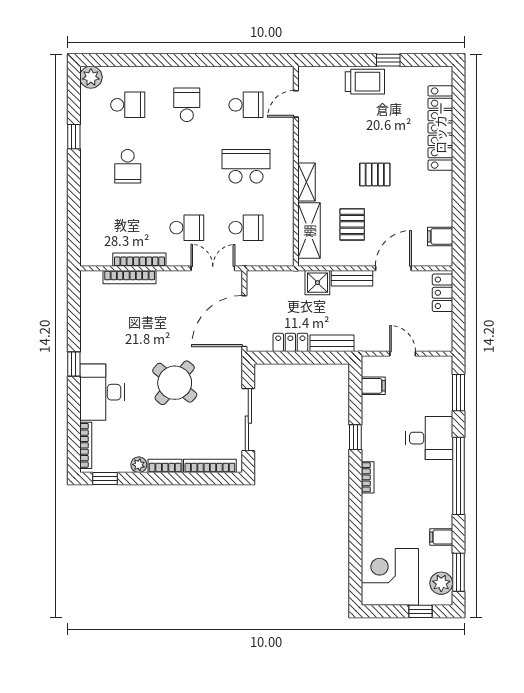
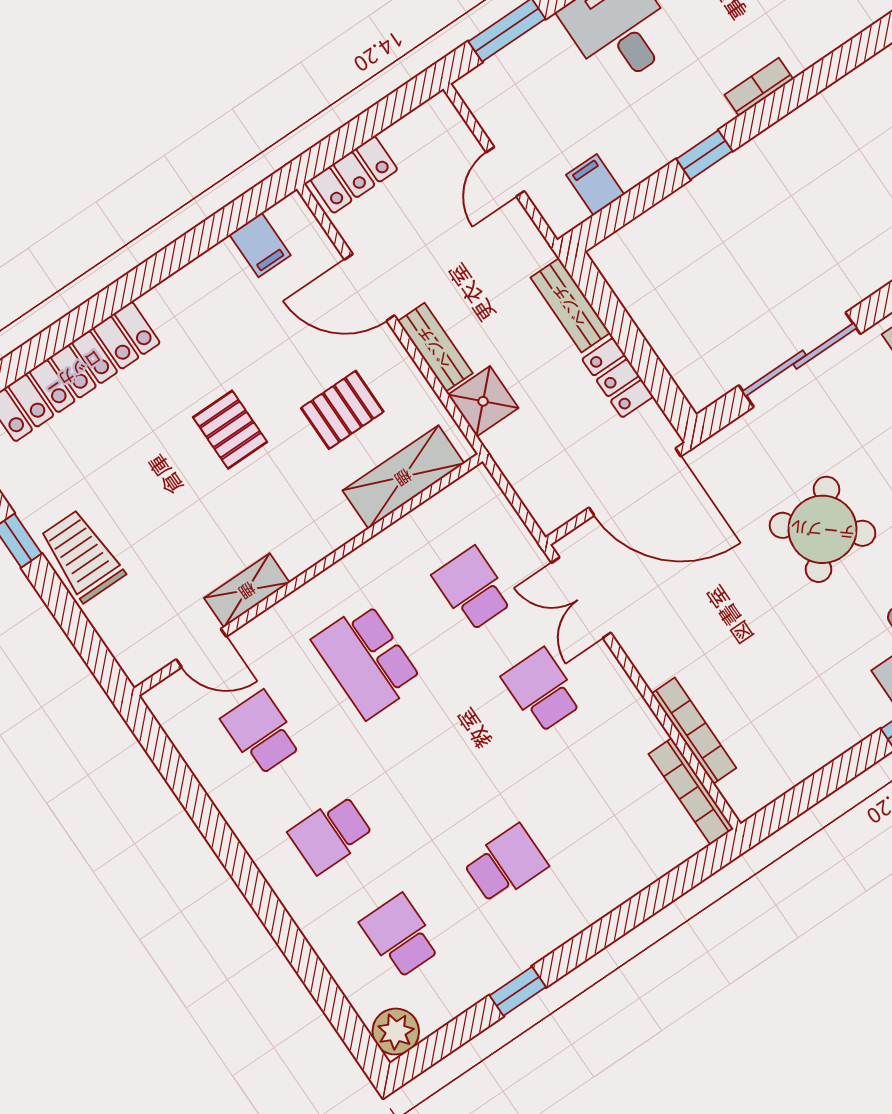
shelving: (306, 182) -> (247, 590), moved
bookcase: (139, 260) -> (691, 791), moved

